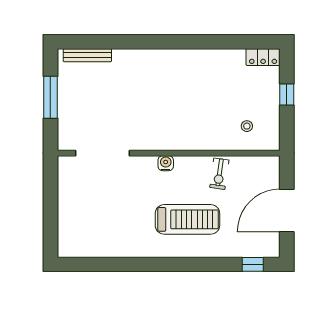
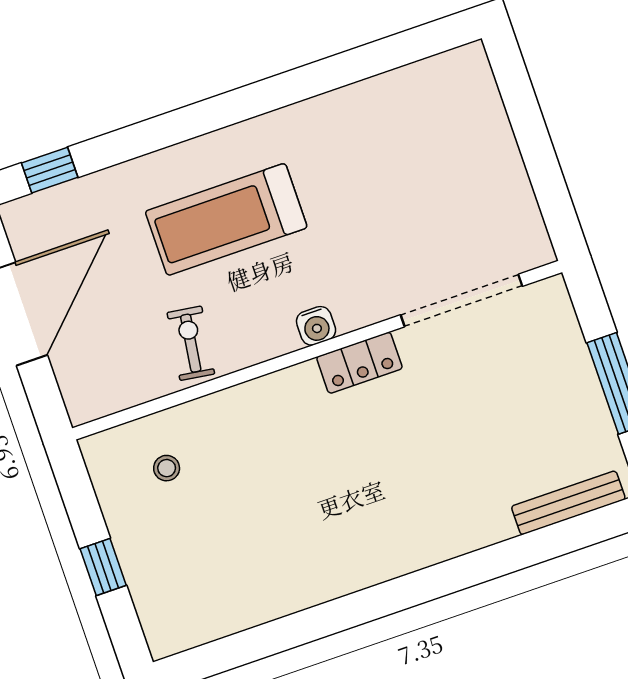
locker: (263, 57) -> (359, 363), moved, turned 180

